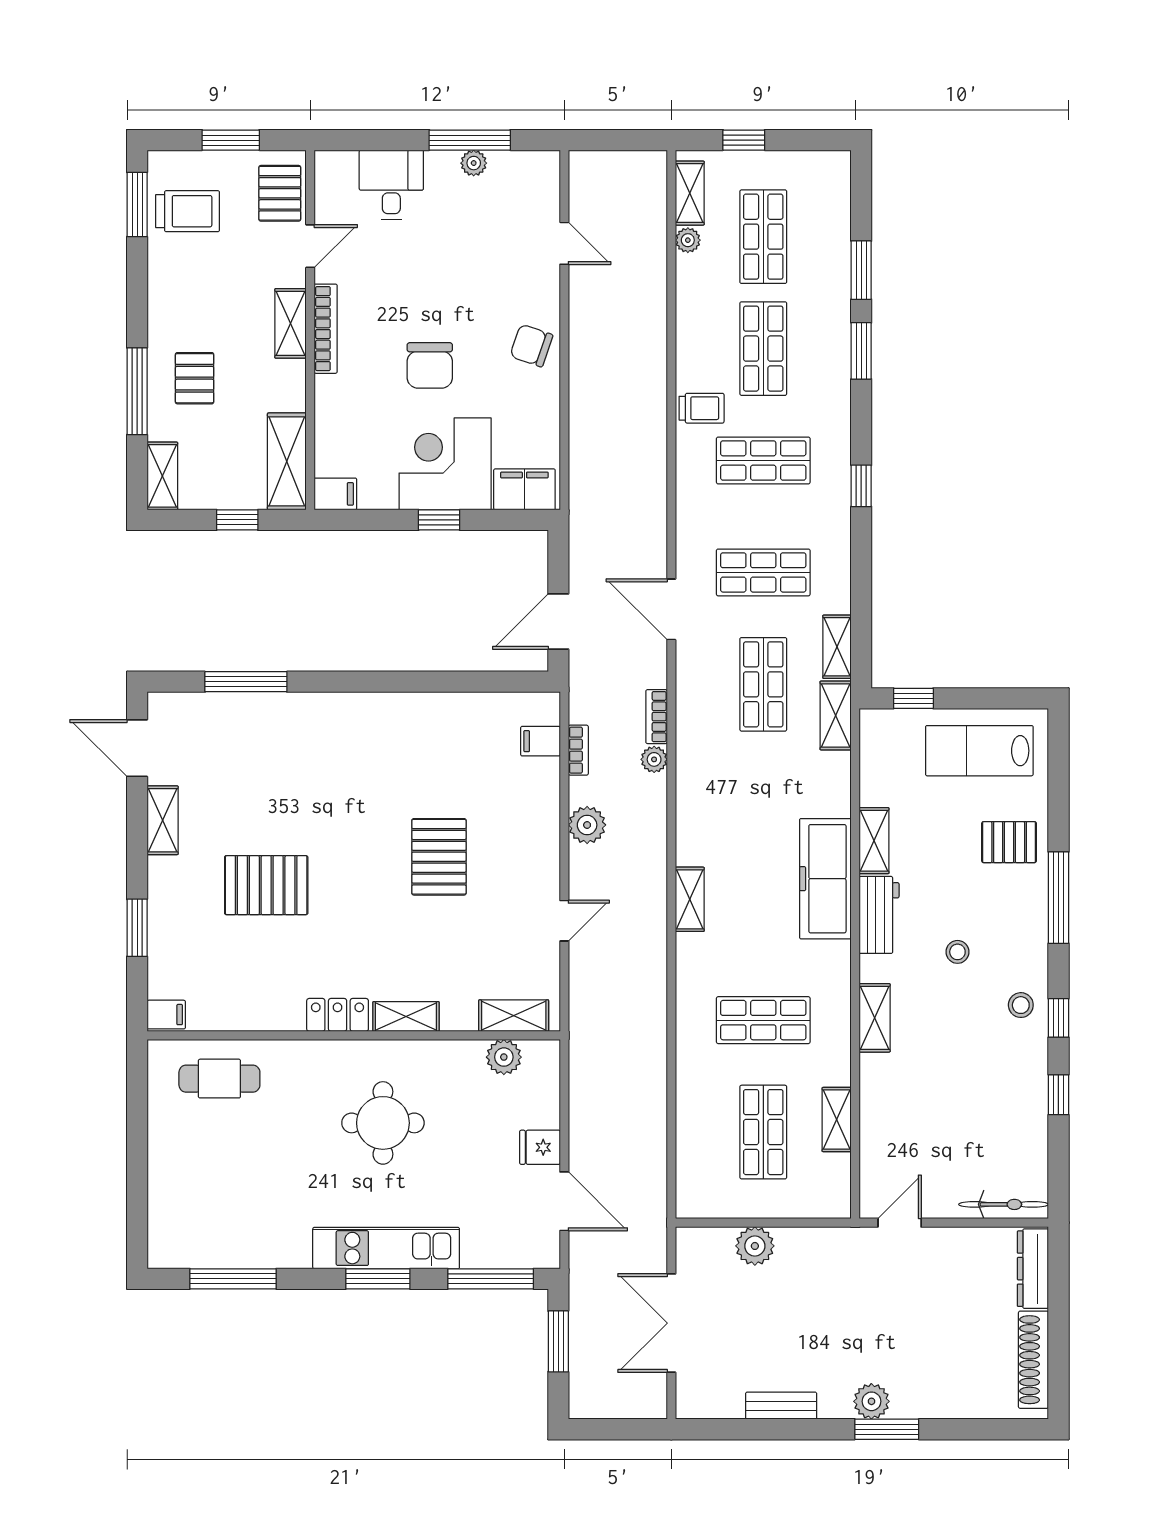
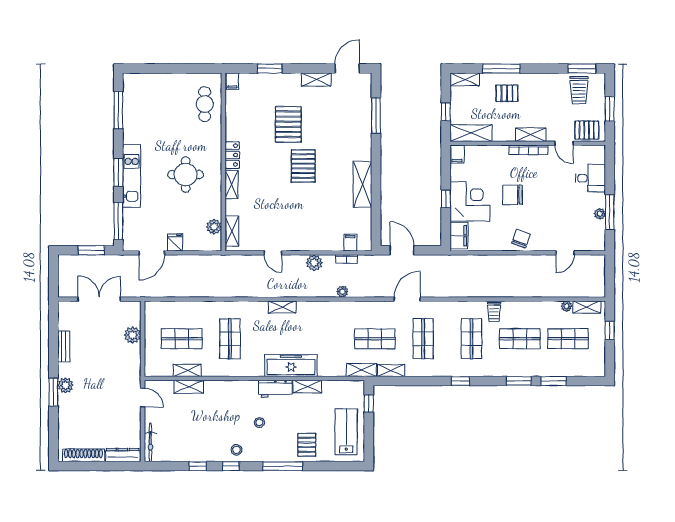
shelving: (405, 713) -> (362, 184), added
bookcase: (657, 717) -> (361, 293), removed
pallet: (439, 857) -> (303, 166), moved, turned 90
shelving: (875, 1018) -> (189, 387), moved

